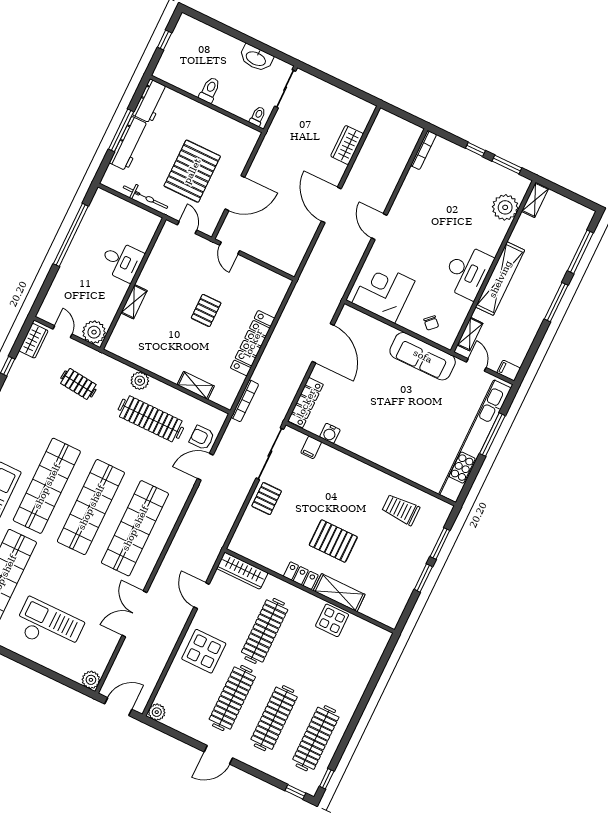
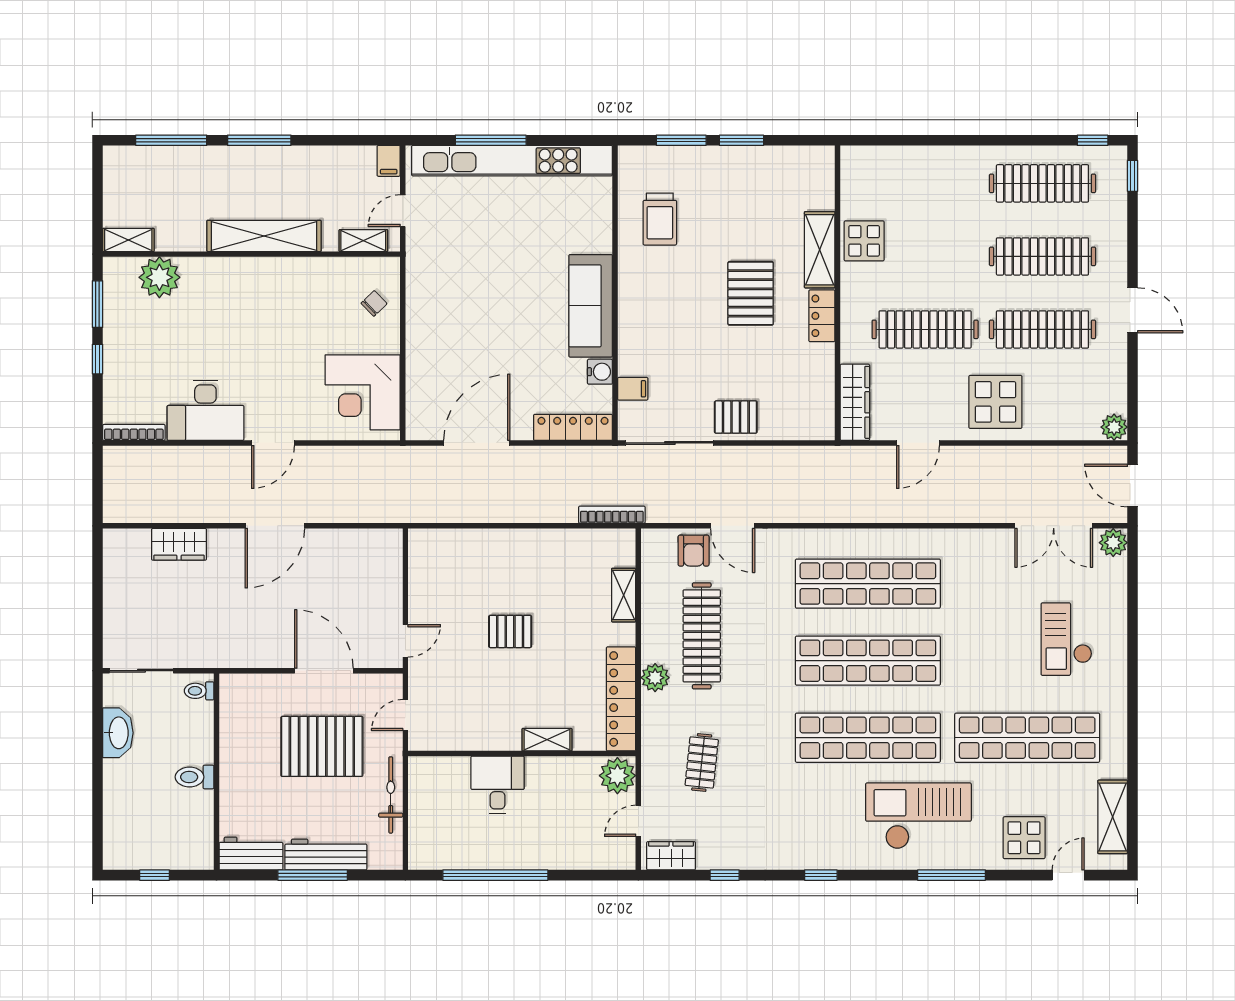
desk: (467, 272) -> (205, 410), moved, turned 180
locker: (253, 343) -> (621, 699), moved, turned 90
sofa: (423, 356) -> (591, 306), moved, turned 180
double door: (134, 614) -> (1054, 526), moved
checkout: (49, 627) -> (1066, 639), width x0.73, depth x0.83

